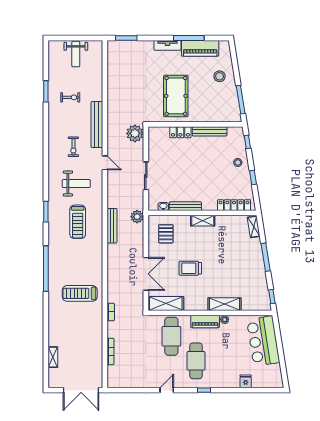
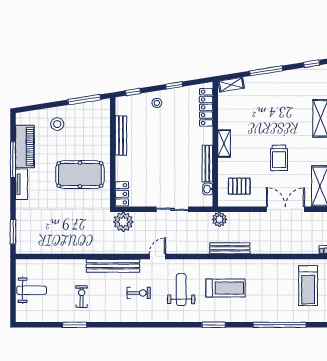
locker: (180, 132) -> (122, 194), moved

